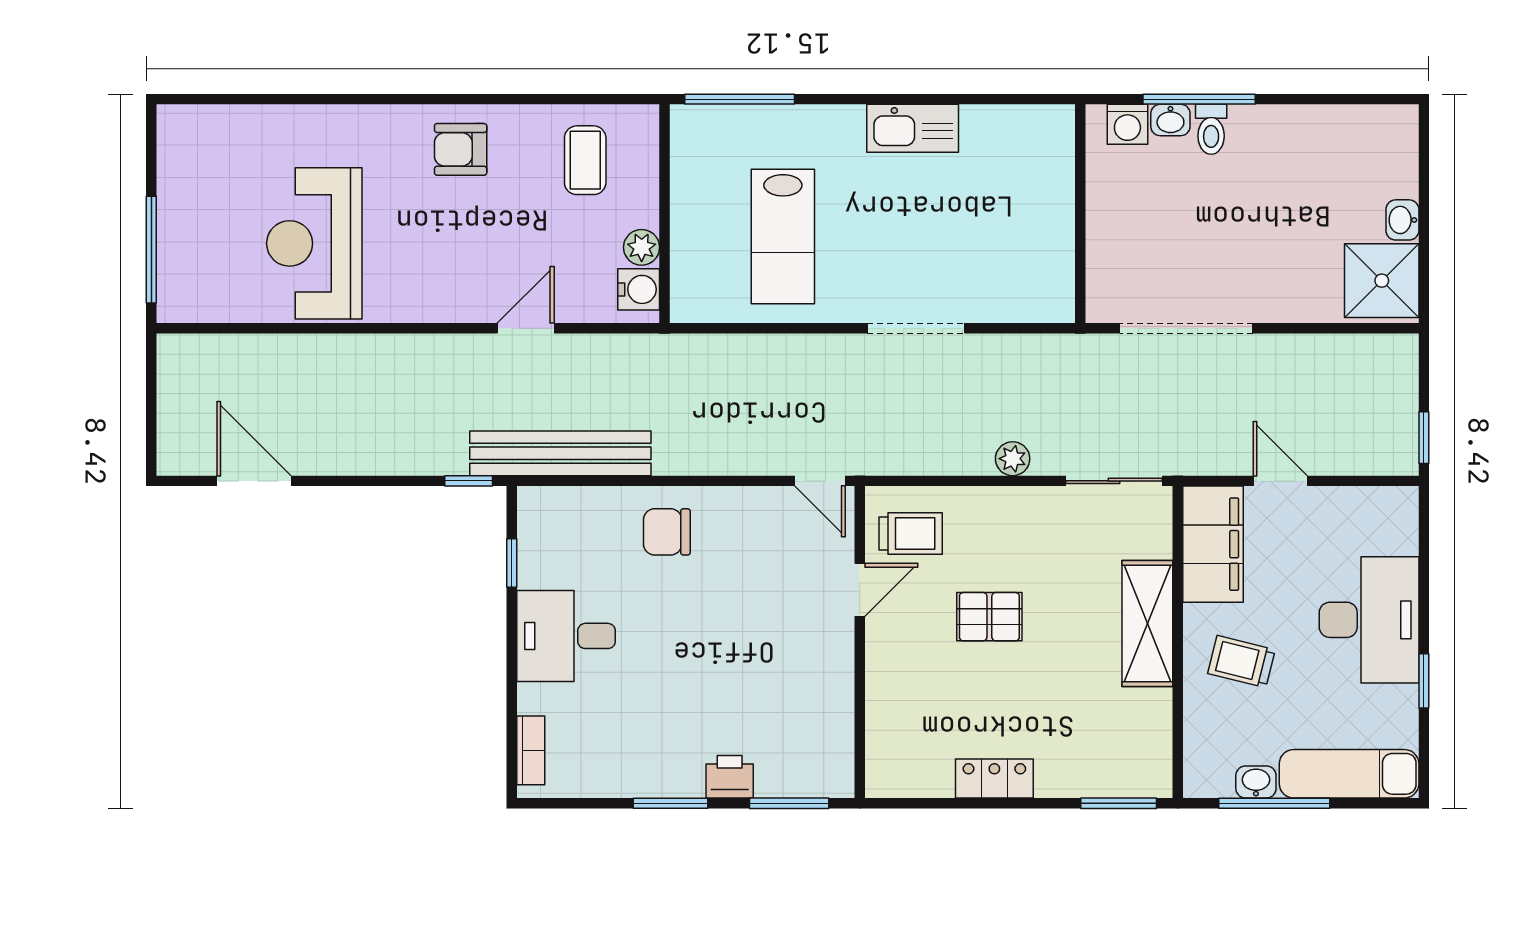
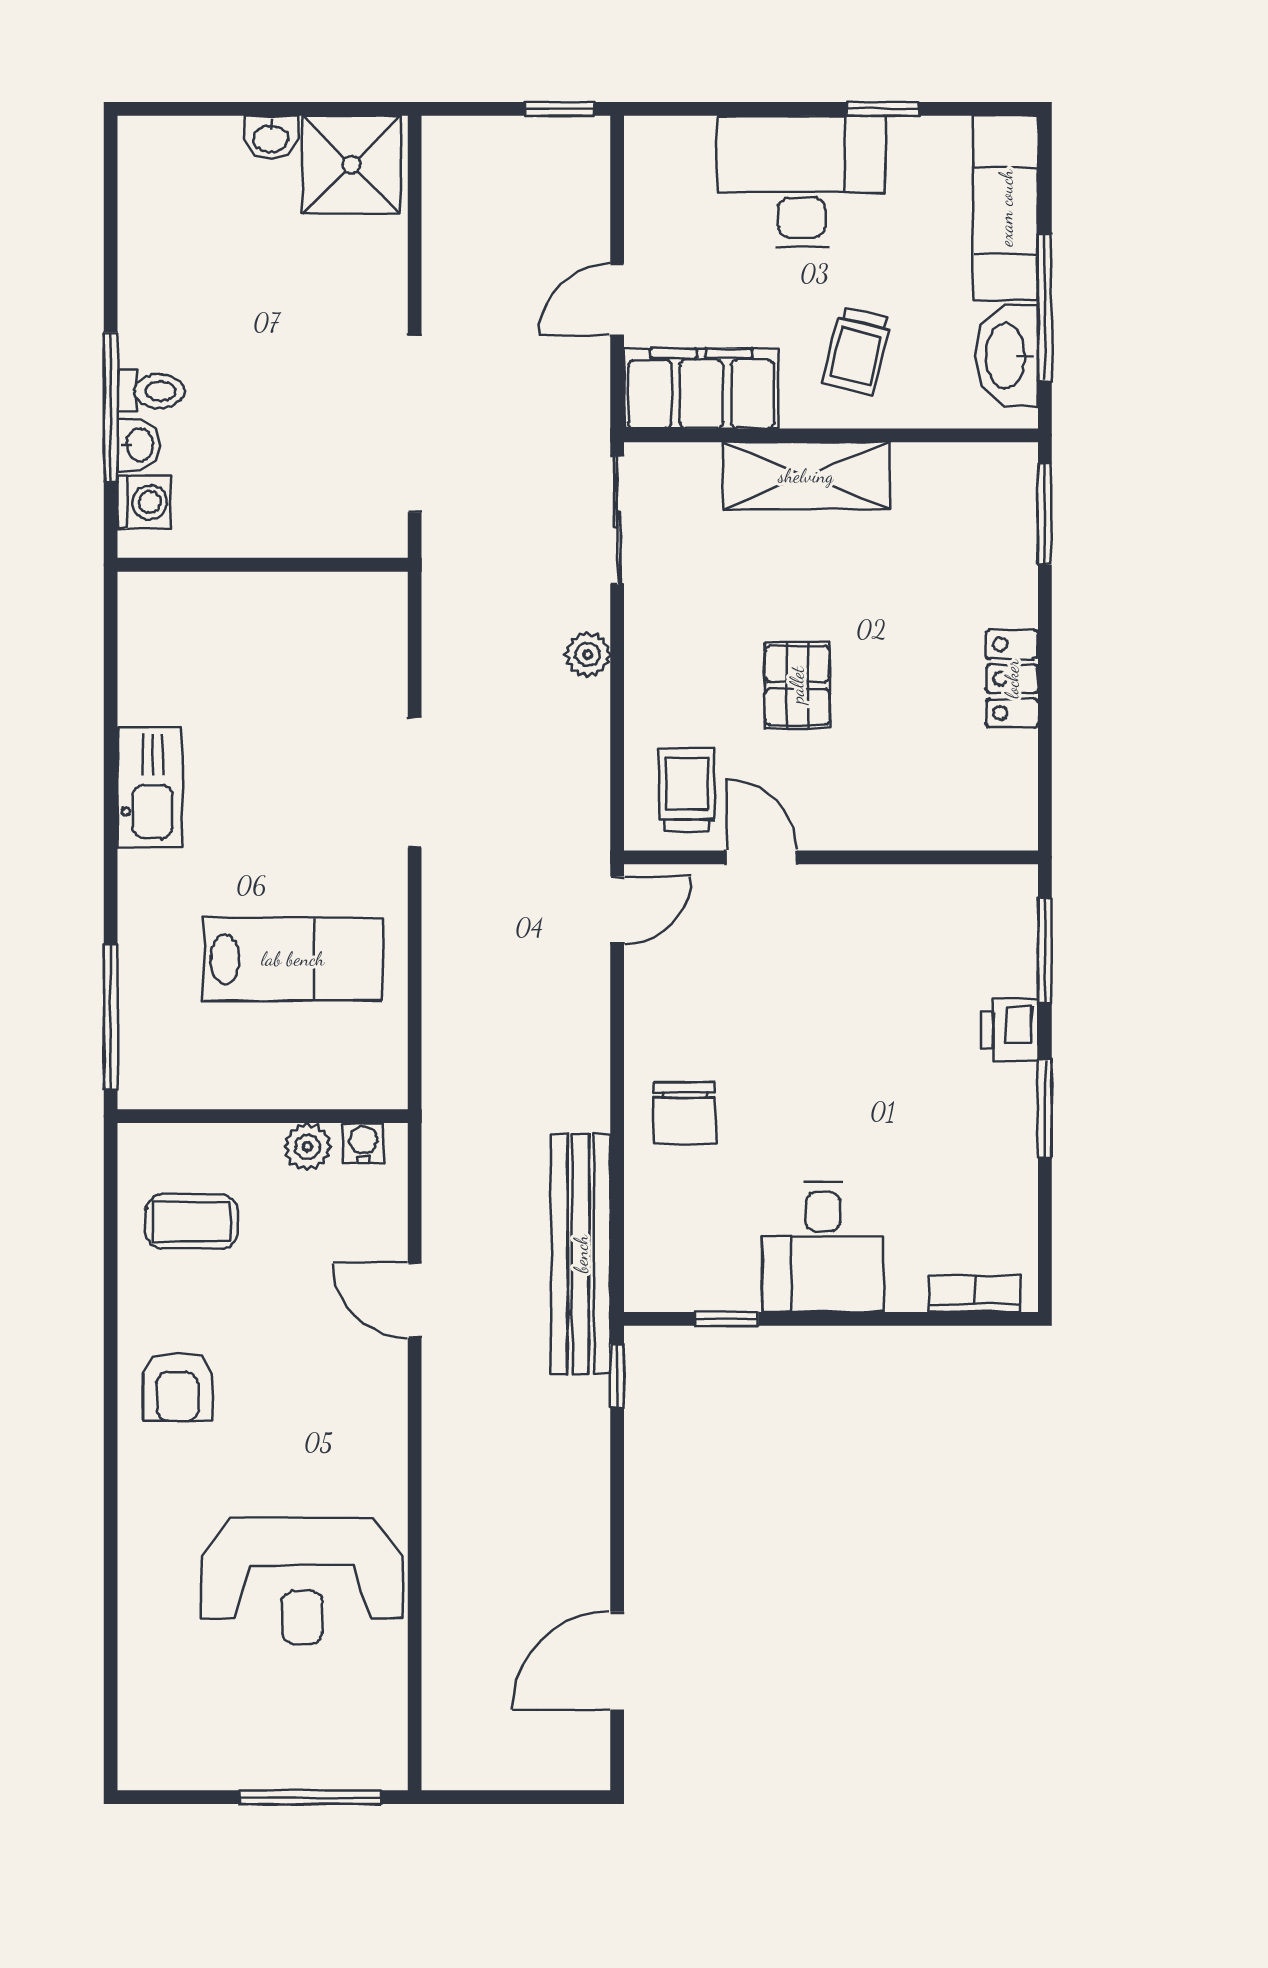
water cooler: (639, 289) -> (363, 1143), width x0.72, depth x0.72
washbasin: (1256, 782) -> (1007, 356), width x1.91, depth x1.45

